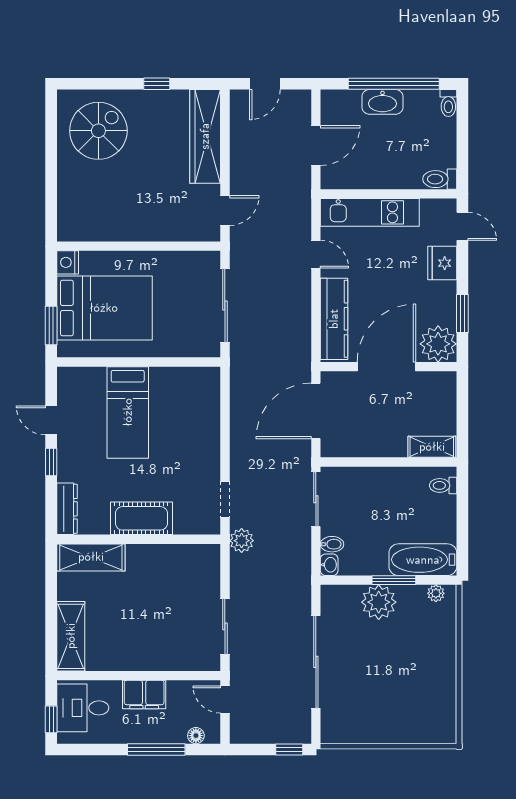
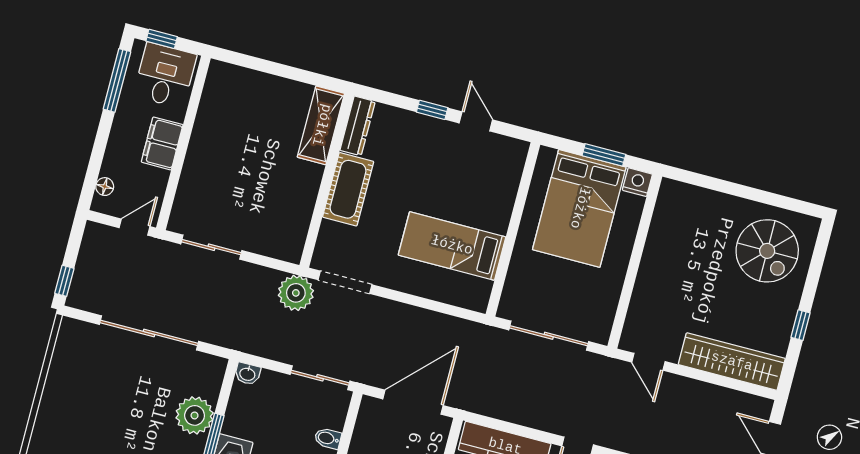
window: (51, 326) -> (604, 155), moved
door: (316, 411) -> (413, 402), hinge flipped
bed: (128, 412) -> (452, 246), moved
door: (51, 420) -> (476, 121), hinge flipped
doorway: (225, 499) -> (345, 282), width x1.38
dresser: (67, 509) -> (358, 126), moved, turned -90
plant: (242, 541) -> (296, 293), width x1.36, depth x1.36
bidet: (332, 544) -> (328, 438), moved, turned 90
shelving: (71, 636) -> (244, 82), removed
window: (156, 749) -> (117, 80), moved

